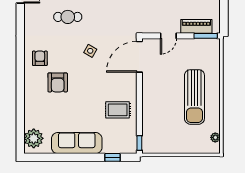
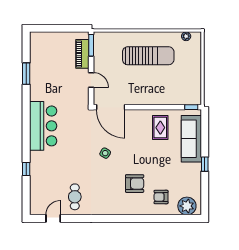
cafe table: (68, 17) -> (75, 197), moved
armchair: (40, 58) -> (161, 197), moved
sofa: (77, 143) -> (191, 139), moved
window: (113, 157) -> (205, 164), moved

